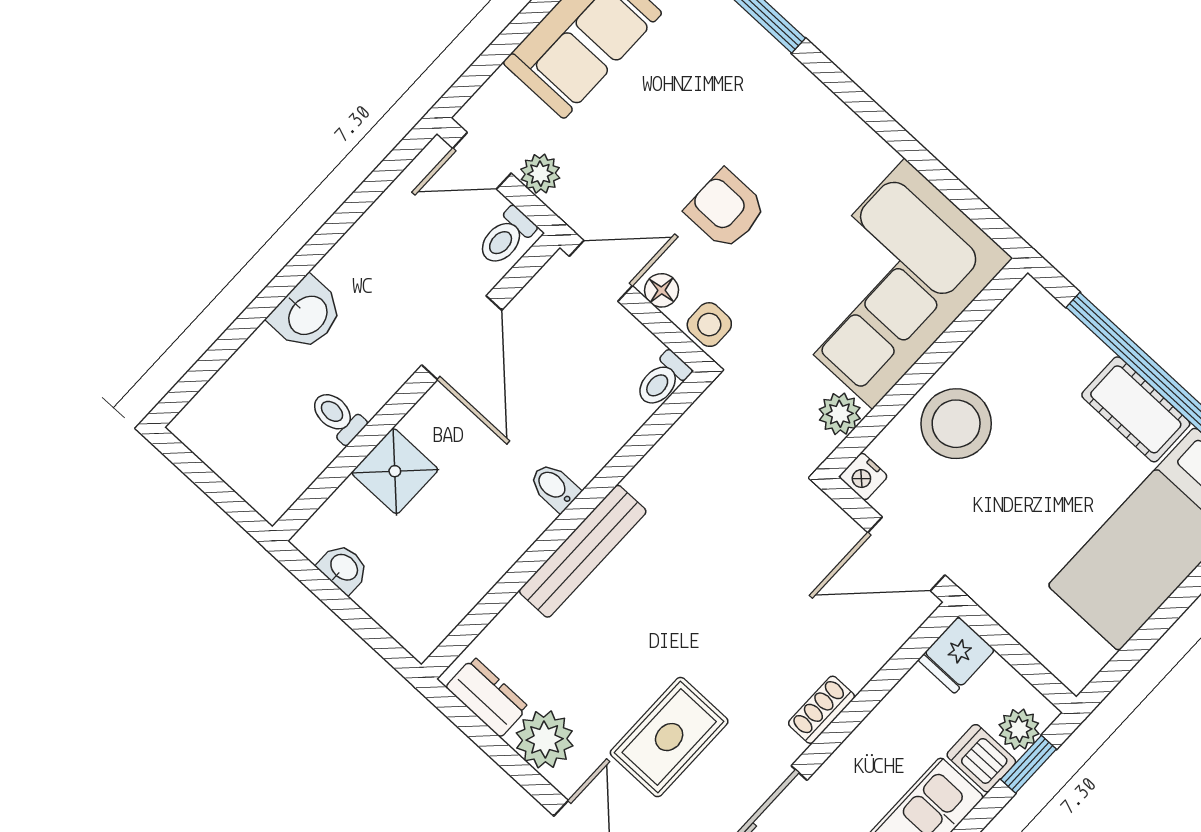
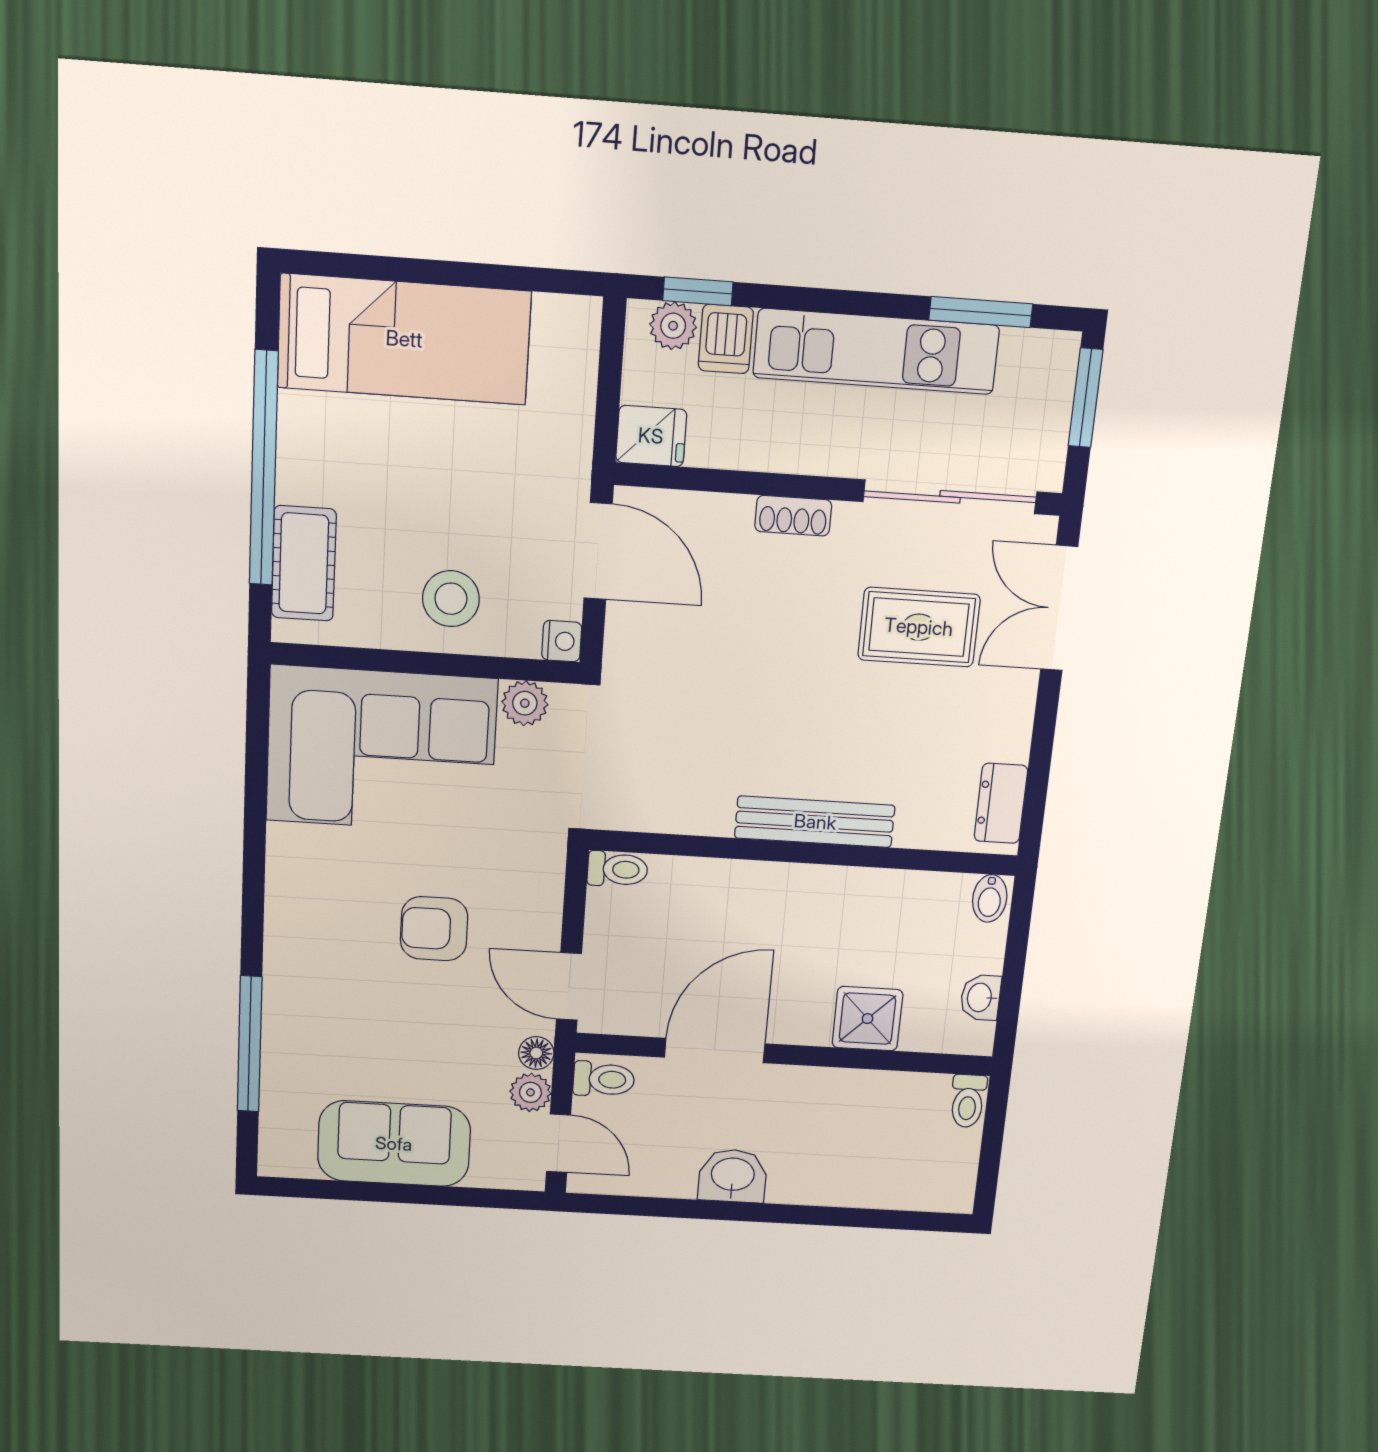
armchair: (726, 209) -> (434, 929), turned 90
floor lamp: (662, 290) -> (536, 1053), moved
washbasin: (307, 314) -> (733, 1176), moved
side table: (709, 325) -> (540, 868), removed
cot: (1136, 409) -> (304, 563), moved
toilet: (338, 417) -> (968, 1101), moved
stool: (956, 424) -> (451, 599), width x0.73, depth x0.73
bidet: (554, 487) -> (990, 898), moved
plant: (545, 739) -> (1001, 729), removed

